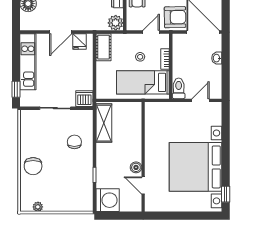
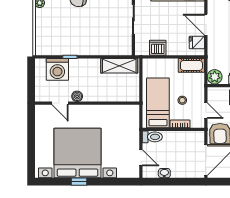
washbasin: (217, 58) -> (164, 173), moved
dishwasher: (84, 99) -> (158, 48), moved, turned -90
chair: (74, 142) -> (101, 38), removed
door: (143, 185) -> (60, 103), swing flipped
window: (226, 194) -> (79, 182), moved
washing machine: (108, 200) -> (57, 69), moved

